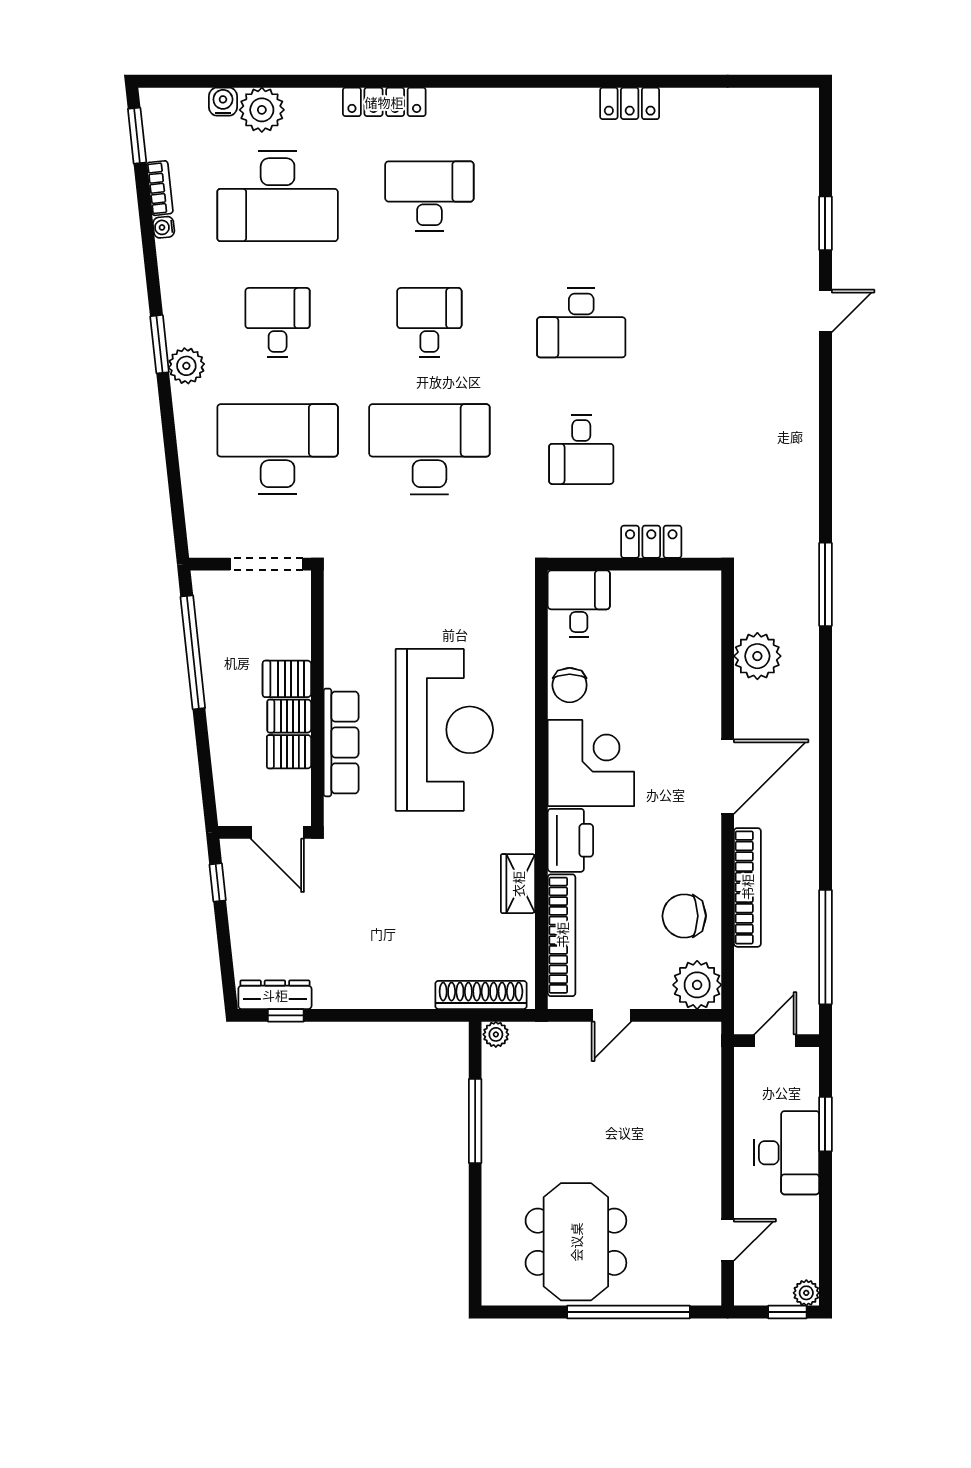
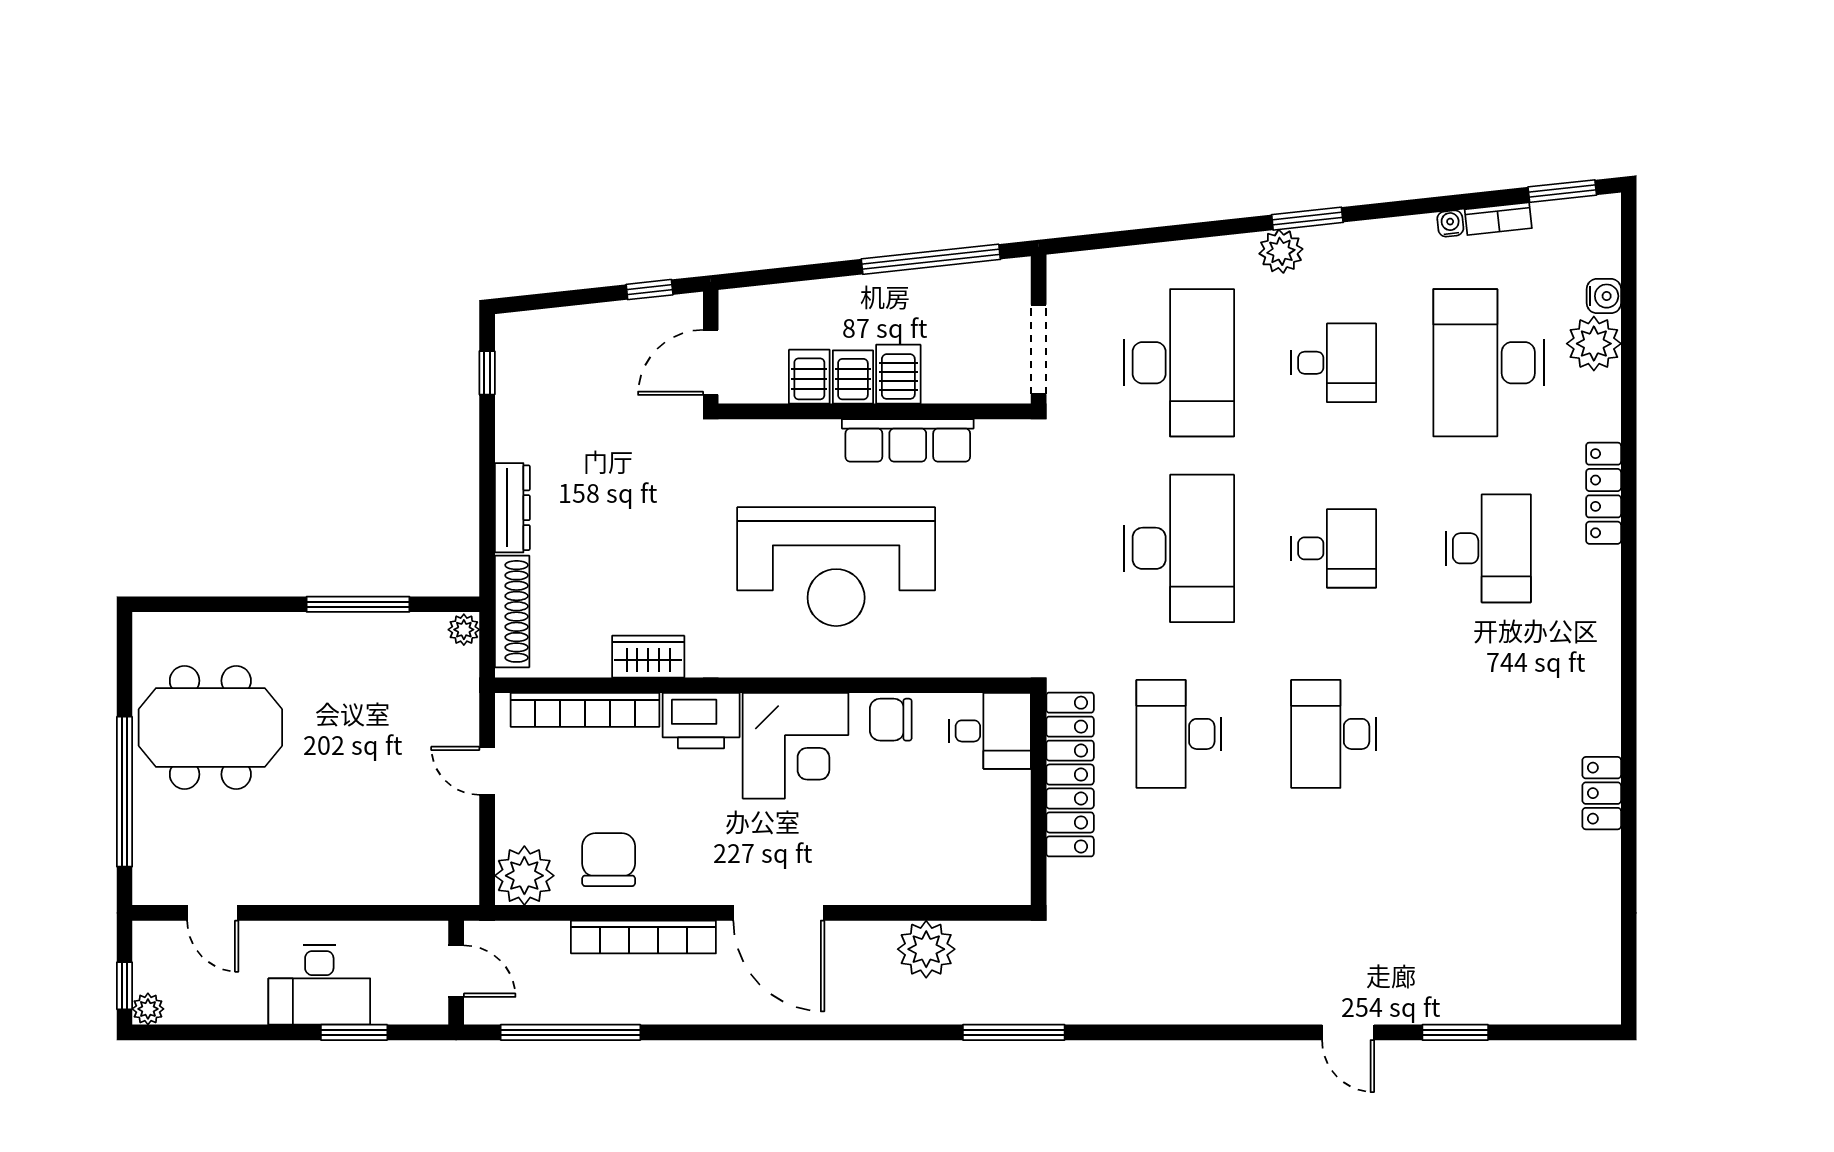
desk: (581, 449) -> (1179, 734), width x1.37
locker: (651, 542) -> (1070, 775), width x2.16, depth x1.21
row of seats: (341, 742) -> (908, 440), moved
dresser: (275, 995) -> (512, 508), moved

